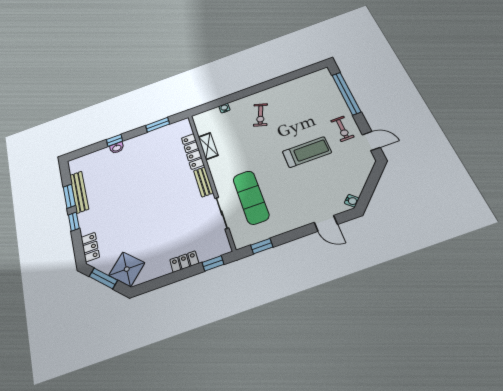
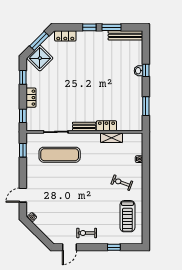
window: (346, 93) -> (114, 247), width x0.32
locker: (193, 151) -> (106, 126), width x0.66
treadmill: (307, 152) -> (127, 216), moved
bench: (79, 192) -> (125, 35), moved
window: (159, 283) -> (23, 77), added

